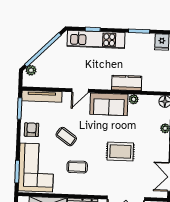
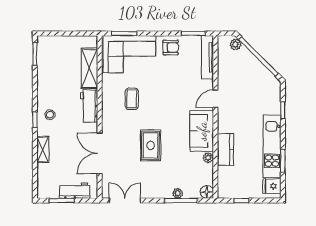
kitchen unit: (96, 39) -> (272, 146), moved
door: (80, 90) -> (215, 99), hinge flipped
coffee table: (66, 137) -> (165, 86), removed

